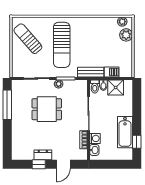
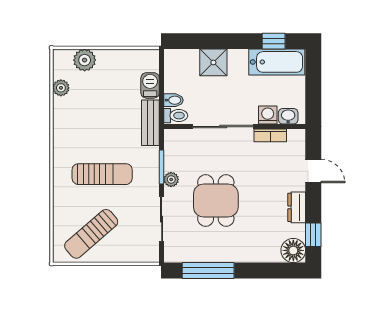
plant: (122, 22) -> (61, 88), moved
sun lounger: (62, 45) -> (102, 174), width x0.73, depth x0.75
shower: (116, 87) -> (213, 62), moved
bathtub: (125, 132) -> (277, 62), moved
floor lamp: (18, 153) -> (293, 250), added
window: (39, 164) -> (313, 235), moved

